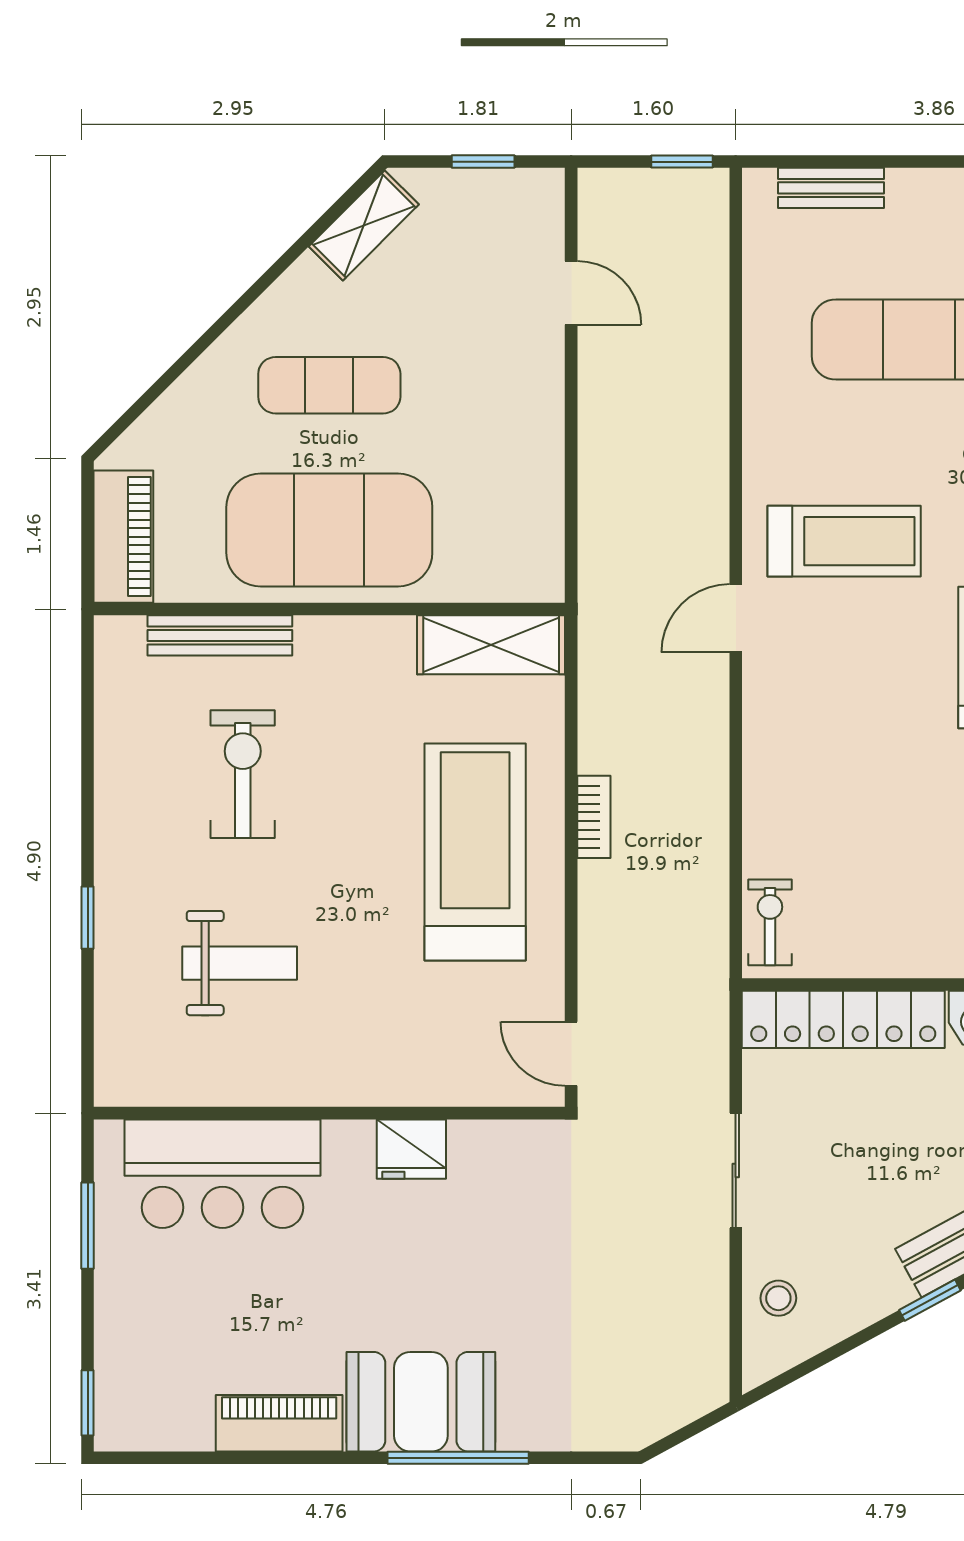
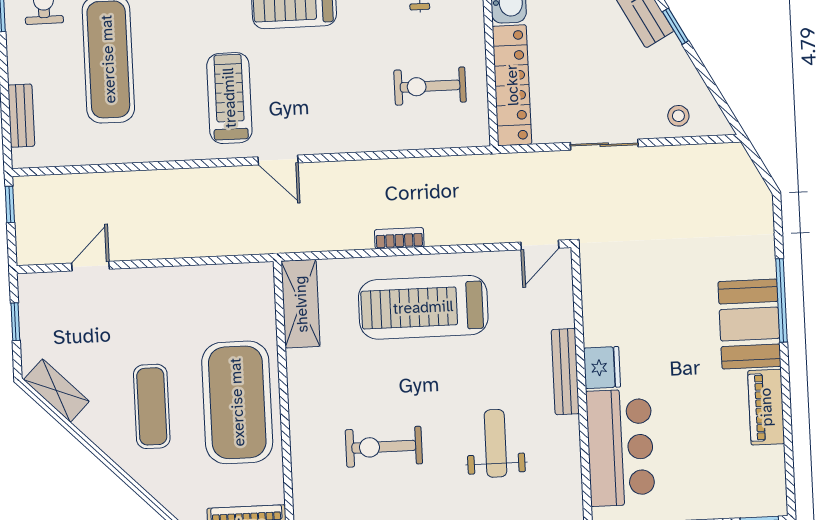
bench: (220, 635) -> (565, 372), moved
exercise bike: (770, 922) -> (430, 86), moved, width x1.38, depth x1.39
fridge: (411, 1149) -> (602, 368), moved

